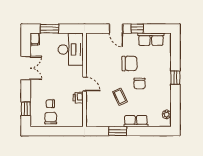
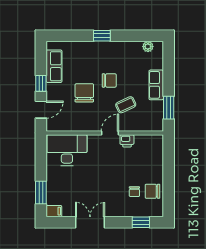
desk: (71, 50) -> (67, 150), moved
wall: (84, 80) -> (105, 133), moved
door: (84, 84) -> (110, 133), moved
printer: (78, 98) -> (127, 141), moved

